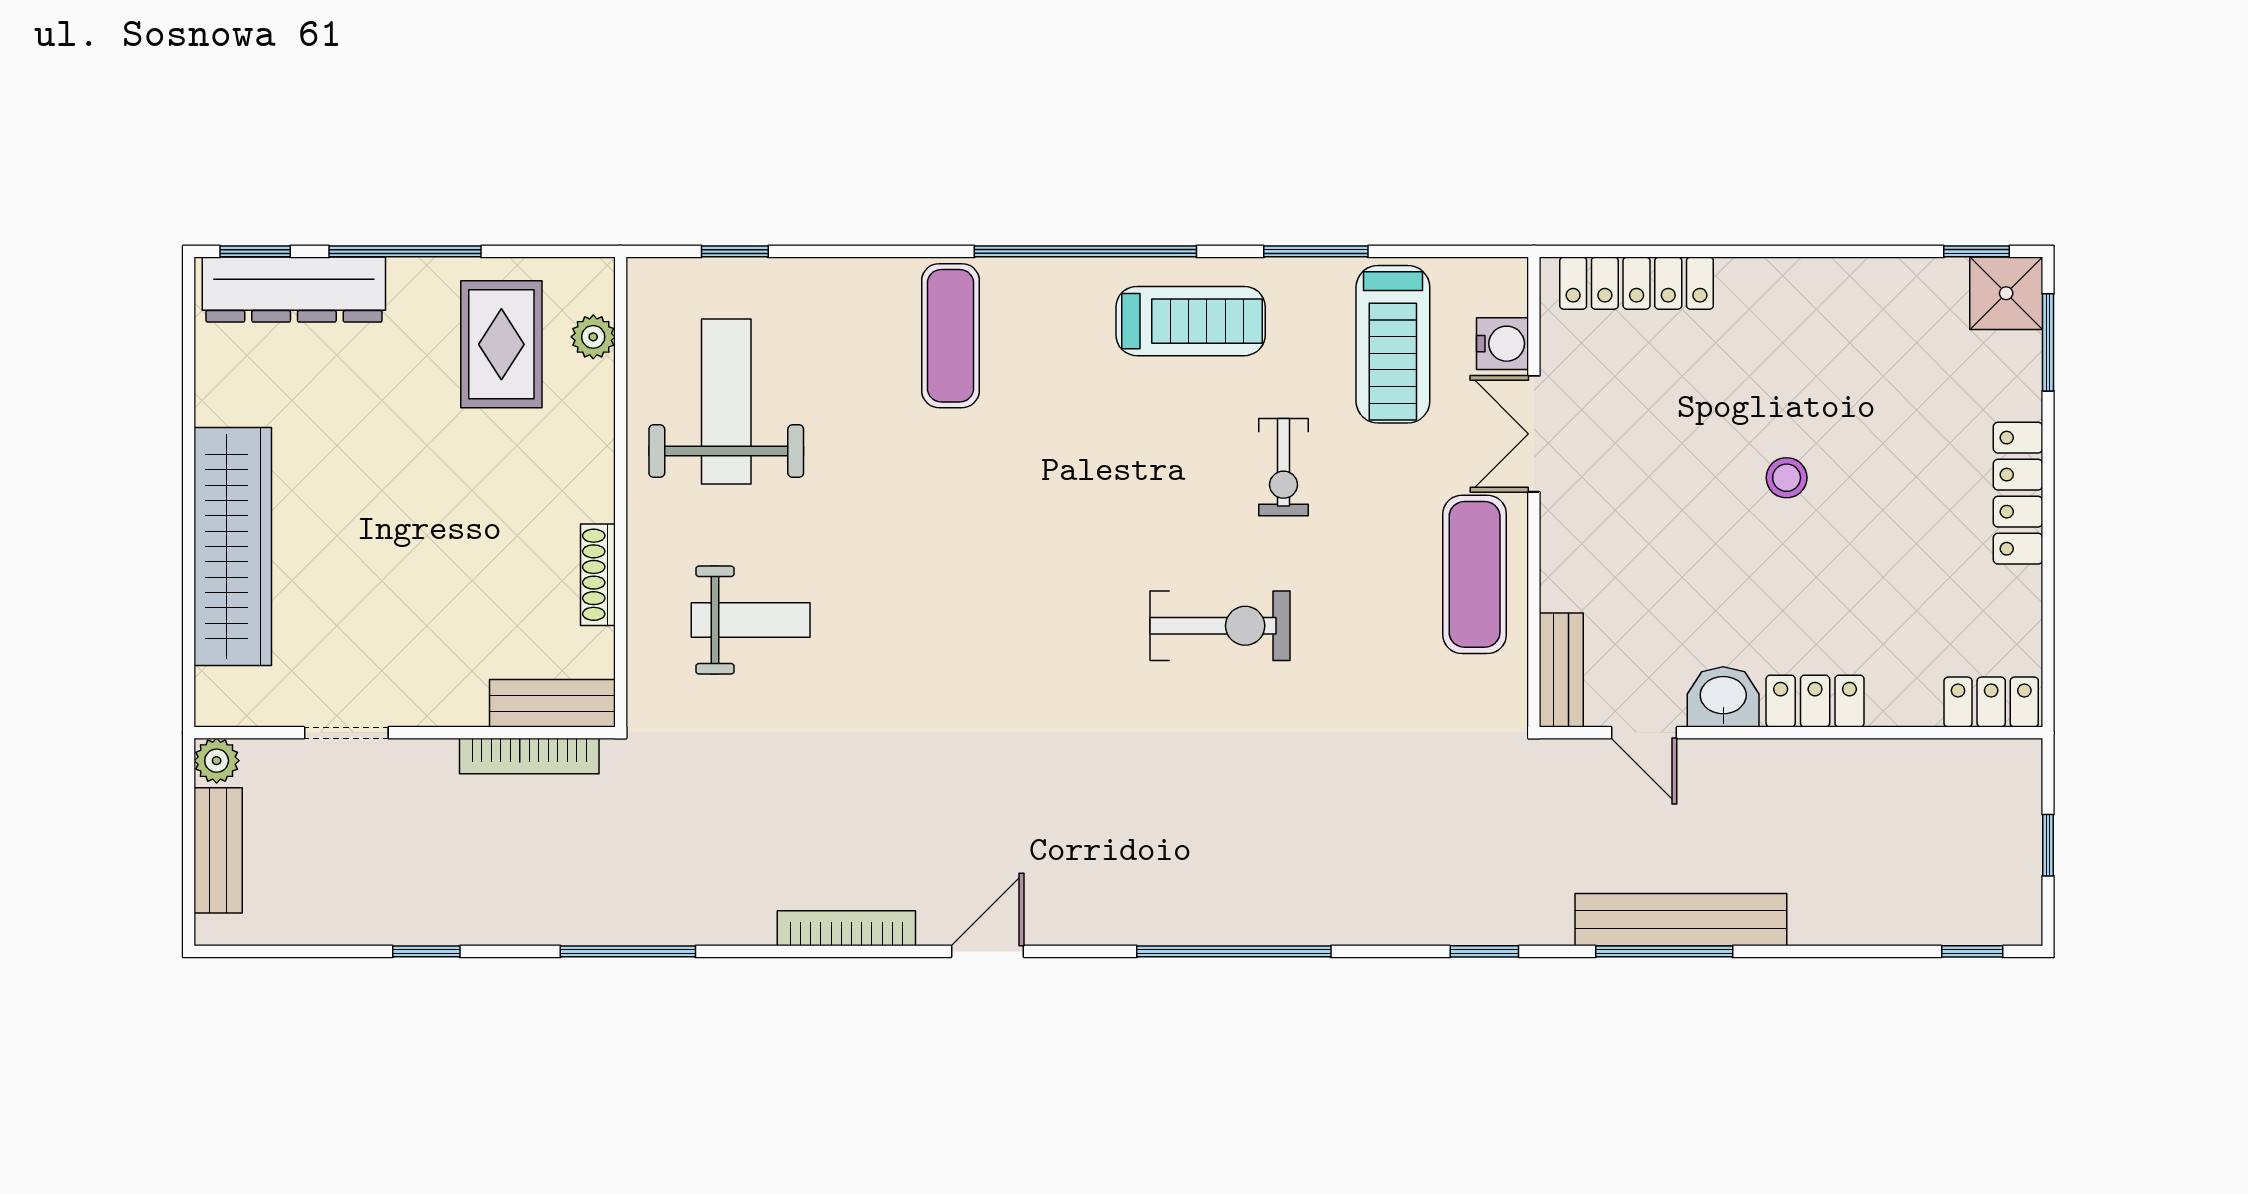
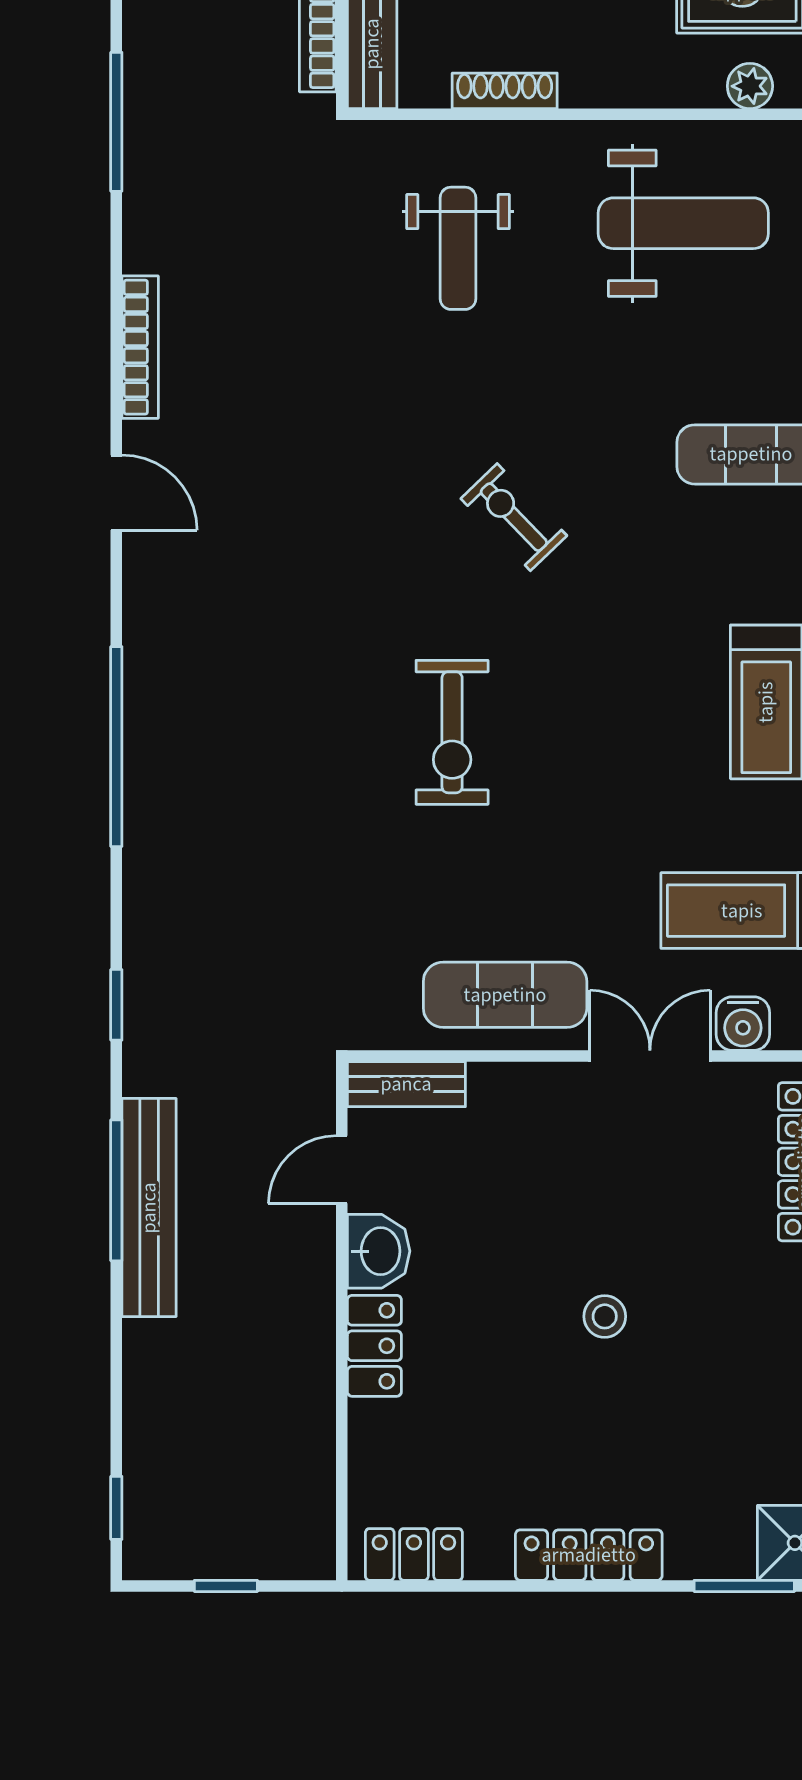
exercise bike: (1284, 467) -> (514, 517), moved, turned 46
locker: (1991, 702) -> (414, 1554), moved, turned -90

